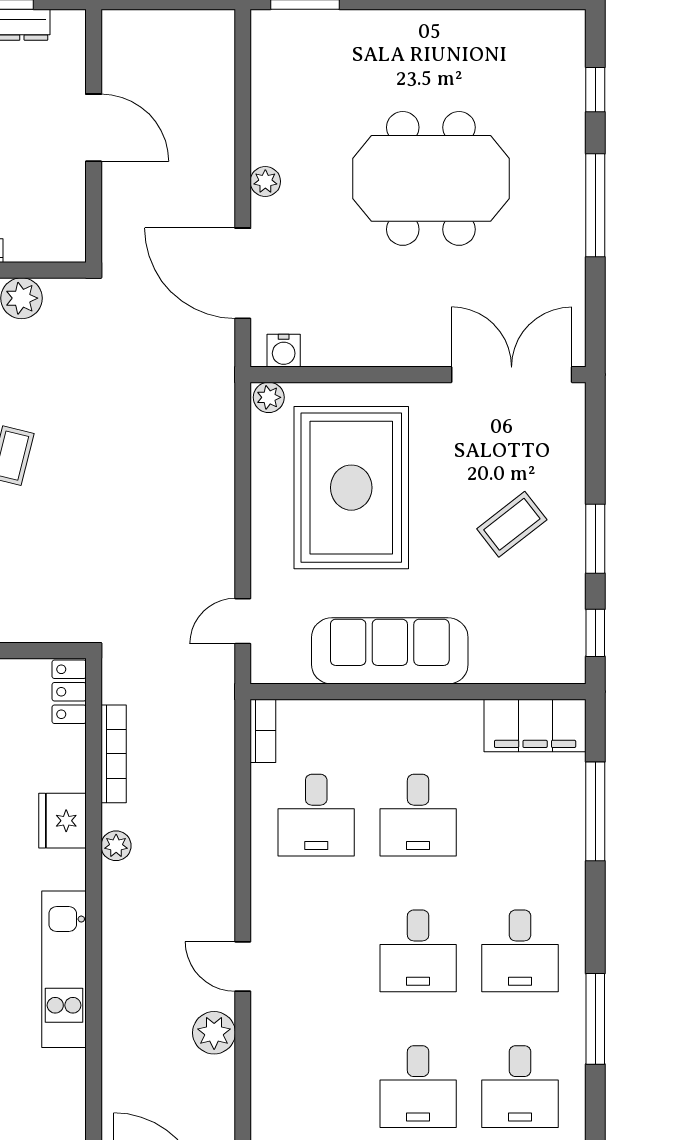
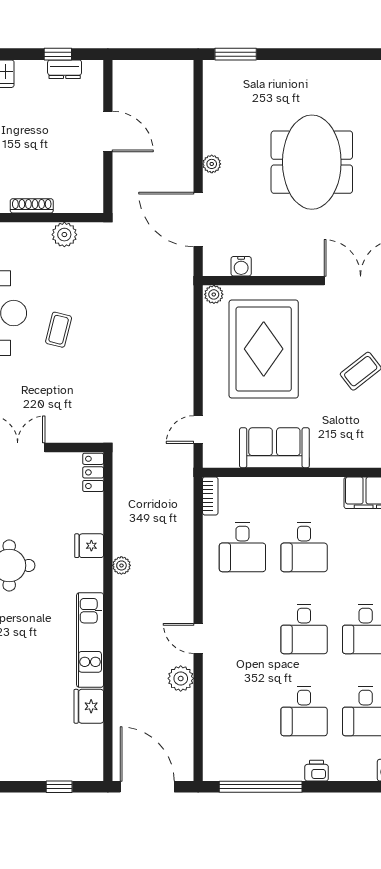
meeting table: (431, 178) -> (312, 162), turned 90
water cooler: (284, 351) -> (241, 266), moved
sofa: (390, 651) -> (274, 448), width x0.73
bookcase: (114, 754) -> (120, 510), removed
fridge: (62, 821) -> (89, 546), width x0.72
fridge: (62, 1079) -> (89, 706), added

